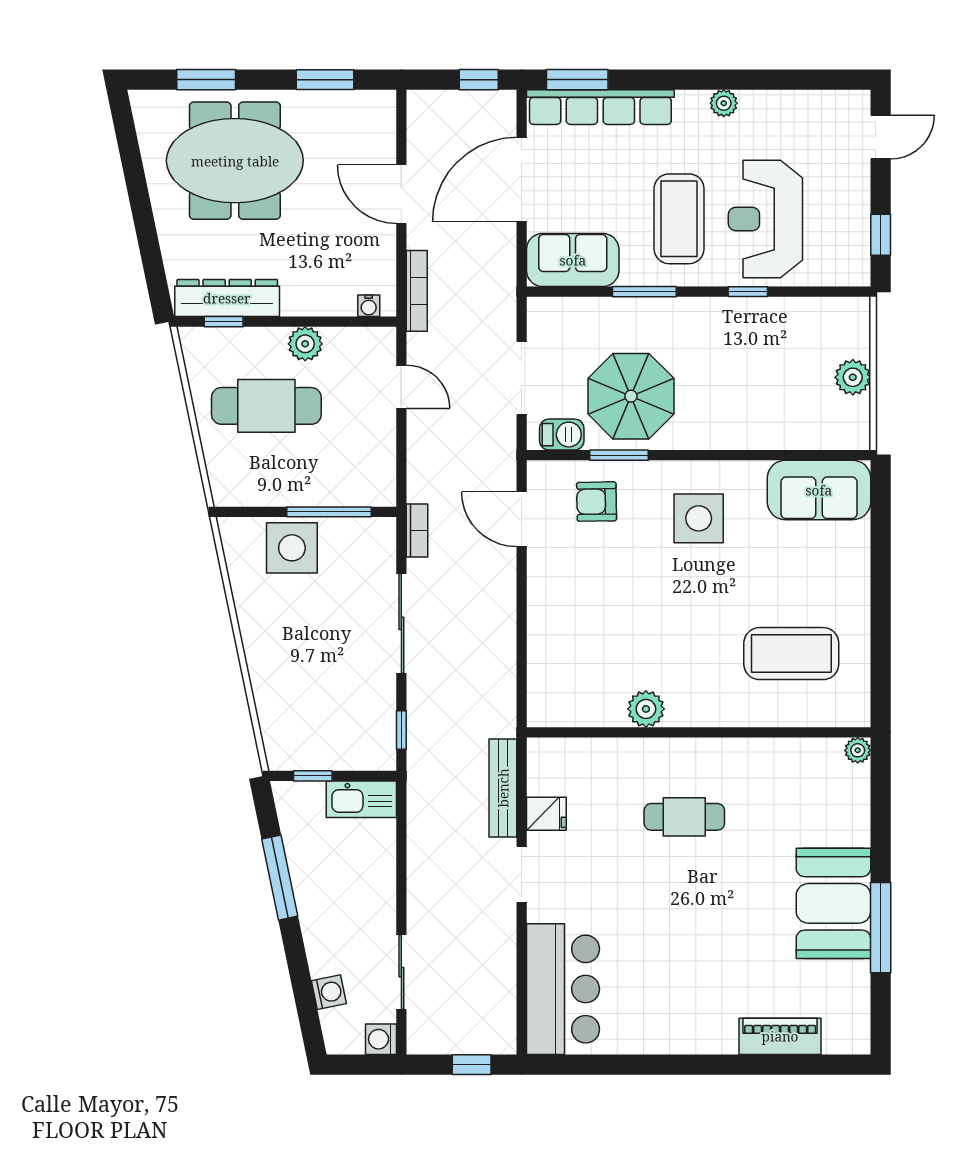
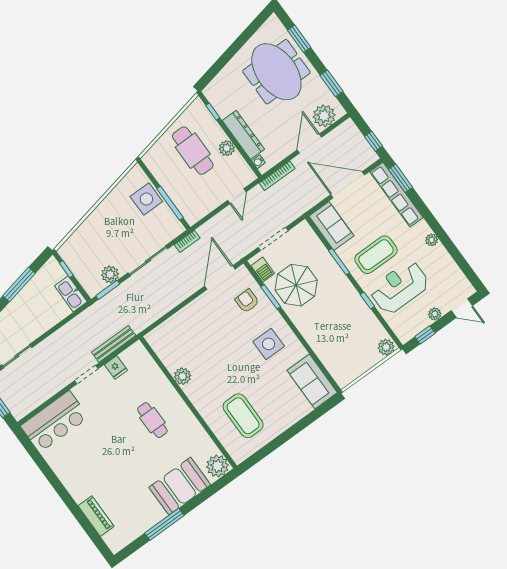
plant: (372, 133) -> (324, 116), added
plant: (857, 192) -> (435, 314), added
dresser: (227, 298) -> (243, 135), moved
plant: (853, 377) -> (386, 347), moved
door: (522, 519) -> (220, 278), width x1.36
plant: (377, 706) -> (110, 274), added
window: (401, 730) -> (108, 290), width x1.50
plant: (858, 750) -> (217, 466), width x1.87, depth x1.87
booth: (833, 903) -> (180, 486), moved

